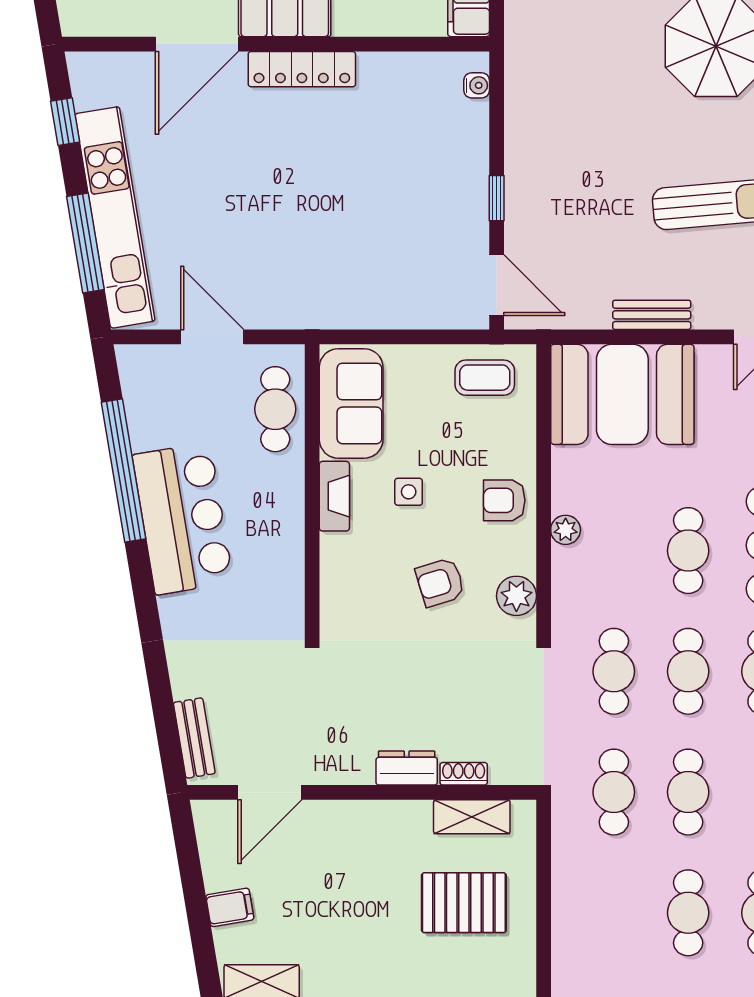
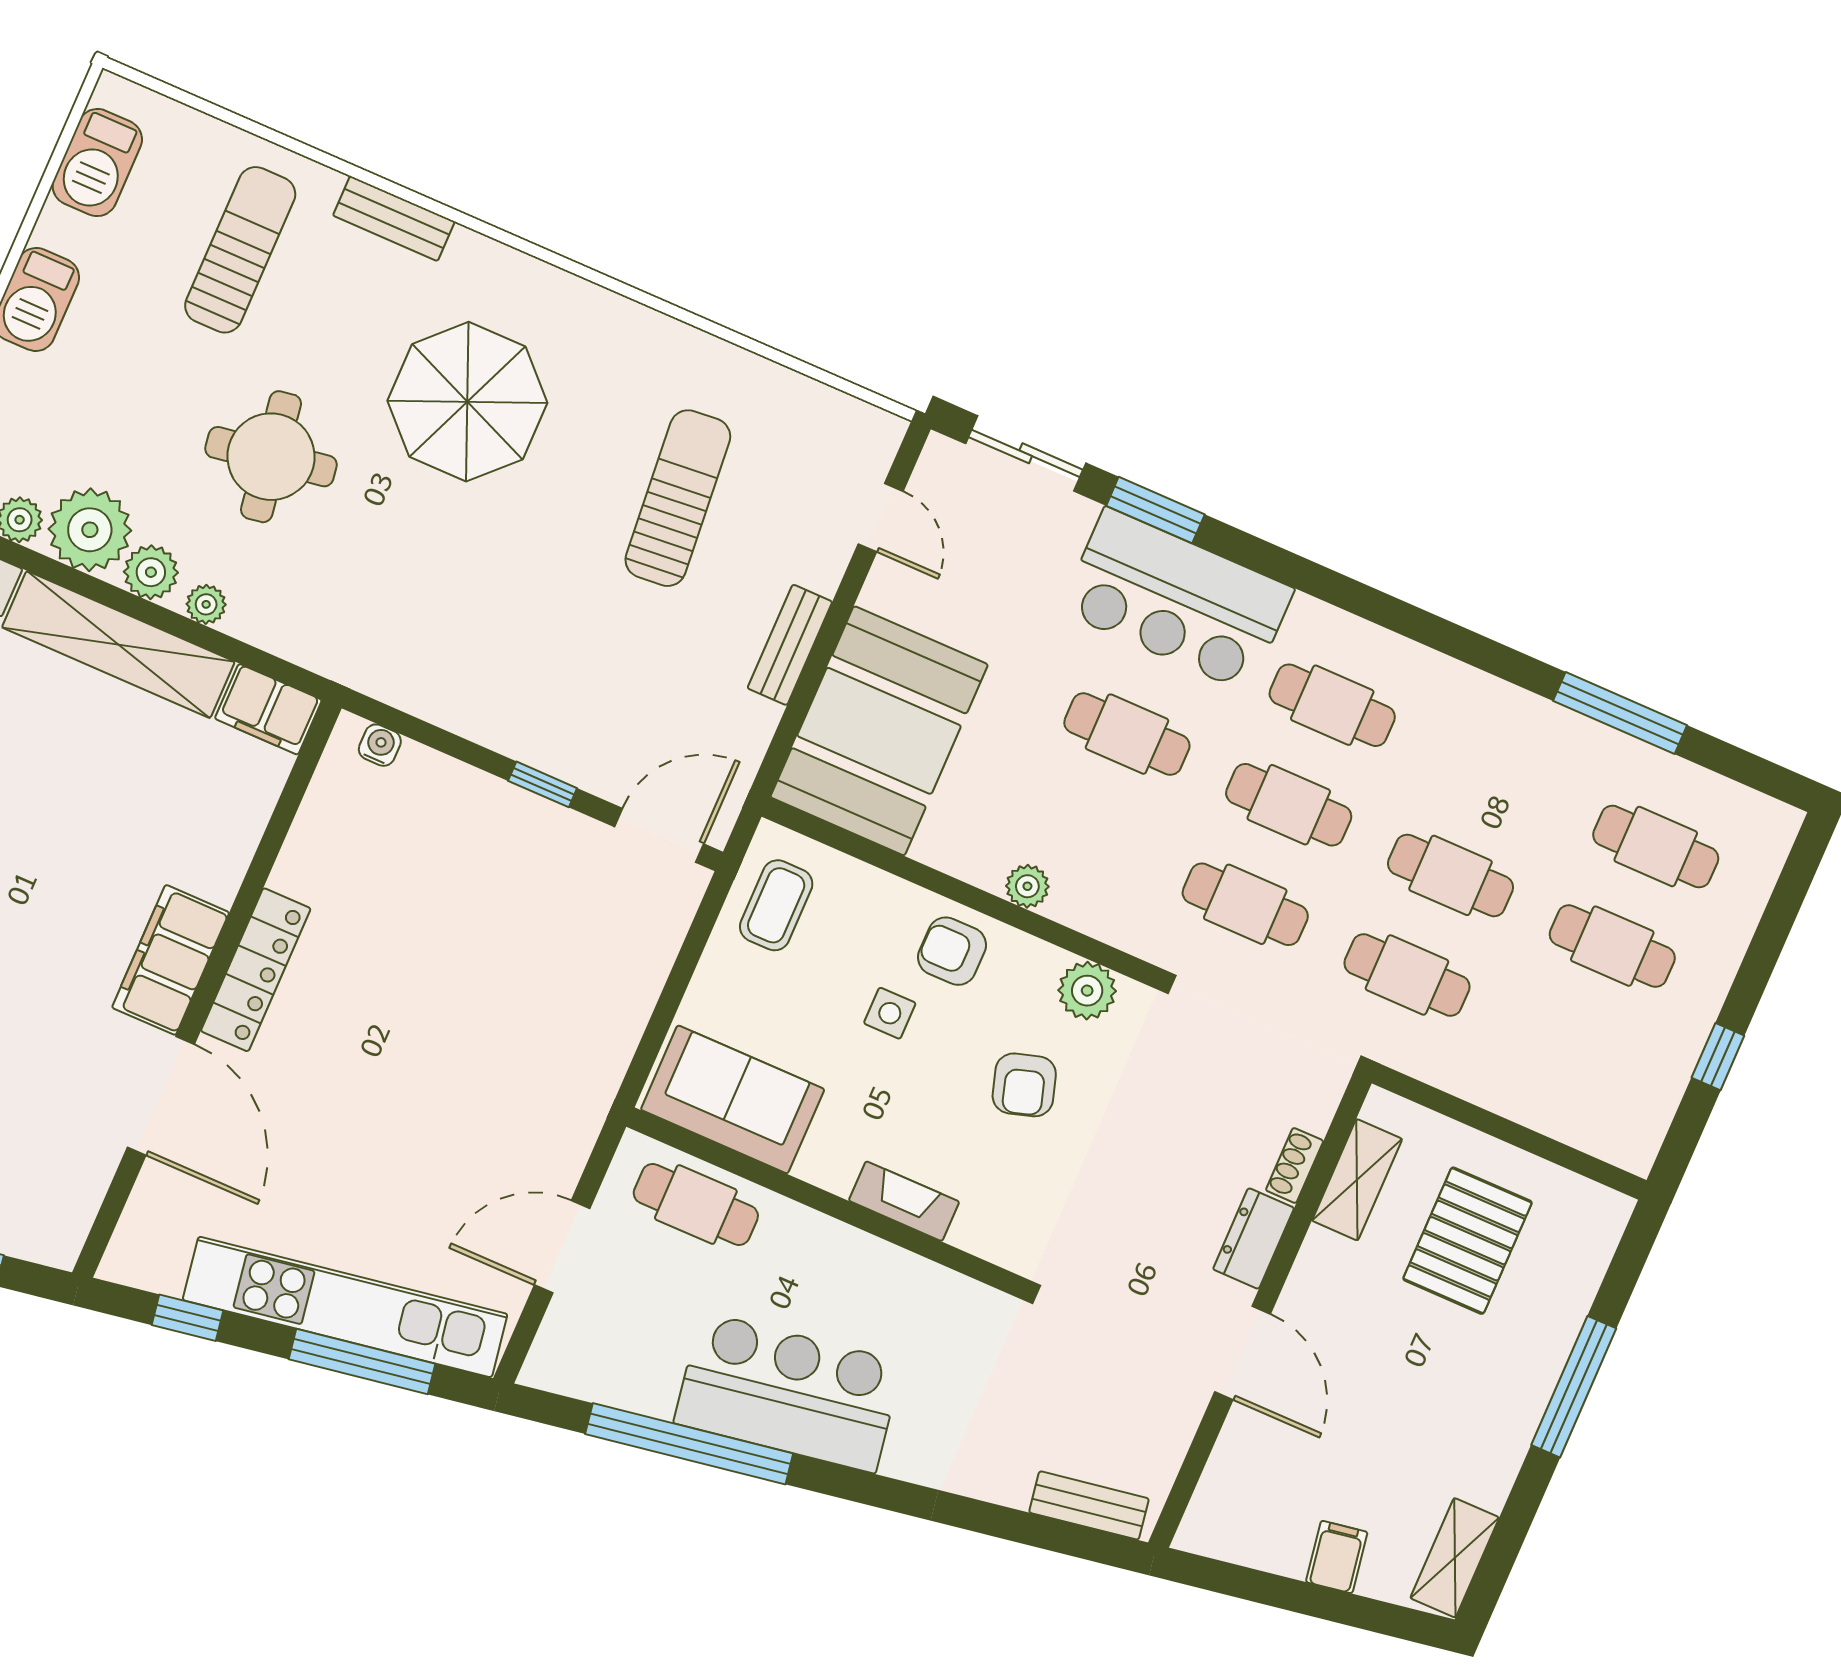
side table: (409, 492) -> (890, 1013), moved
fireplace: (334, 496) -> (904, 1201), moved
armchair: (504, 500) -> (952, 951), turned 90
door: (270, 792) -> (1242, 1353), moved

